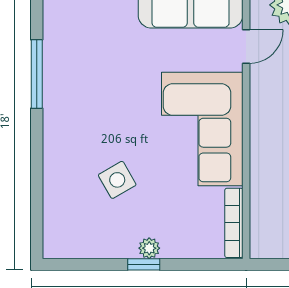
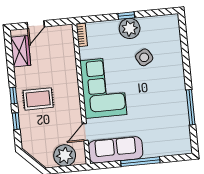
bookcase: (234, 223) -> (82, 35), width x0.64
plant: (149, 248) -> (130, 28), width x1.88, depth x1.88

